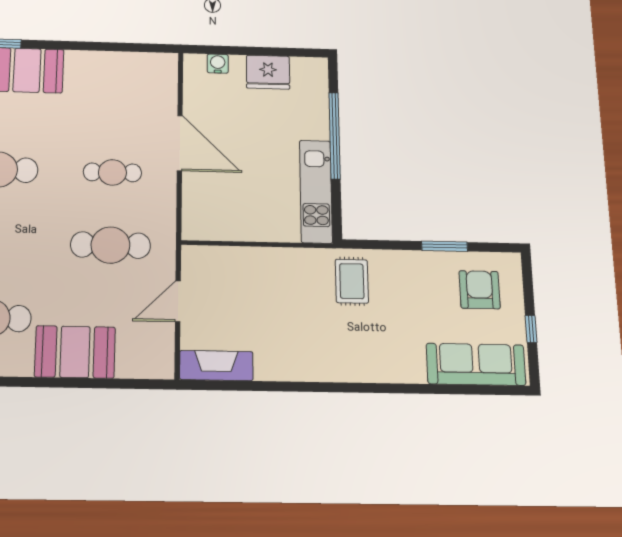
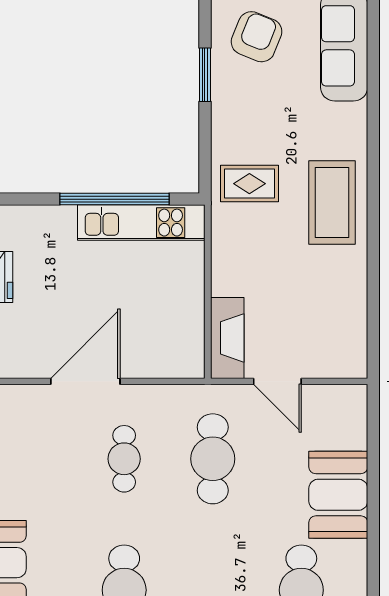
window: (335, 136) -> (115, 199), moved
armchair: (480, 290) -> (257, 37), turned 112
coffee table: (337, 351) -> (332, 203), added
fireplace: (216, 366) -> (227, 338), moved, turned 180

